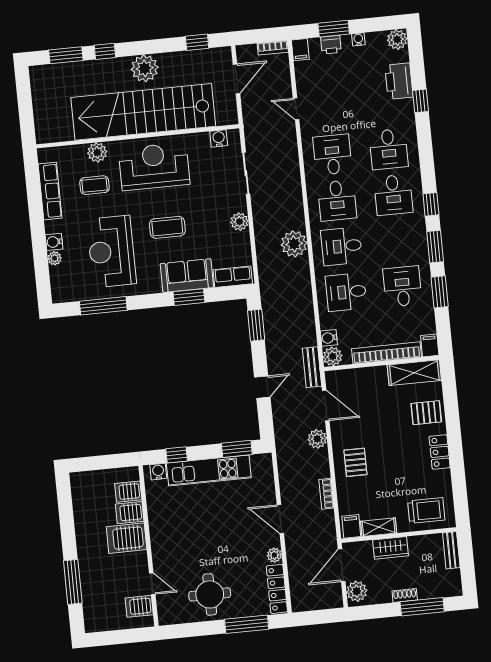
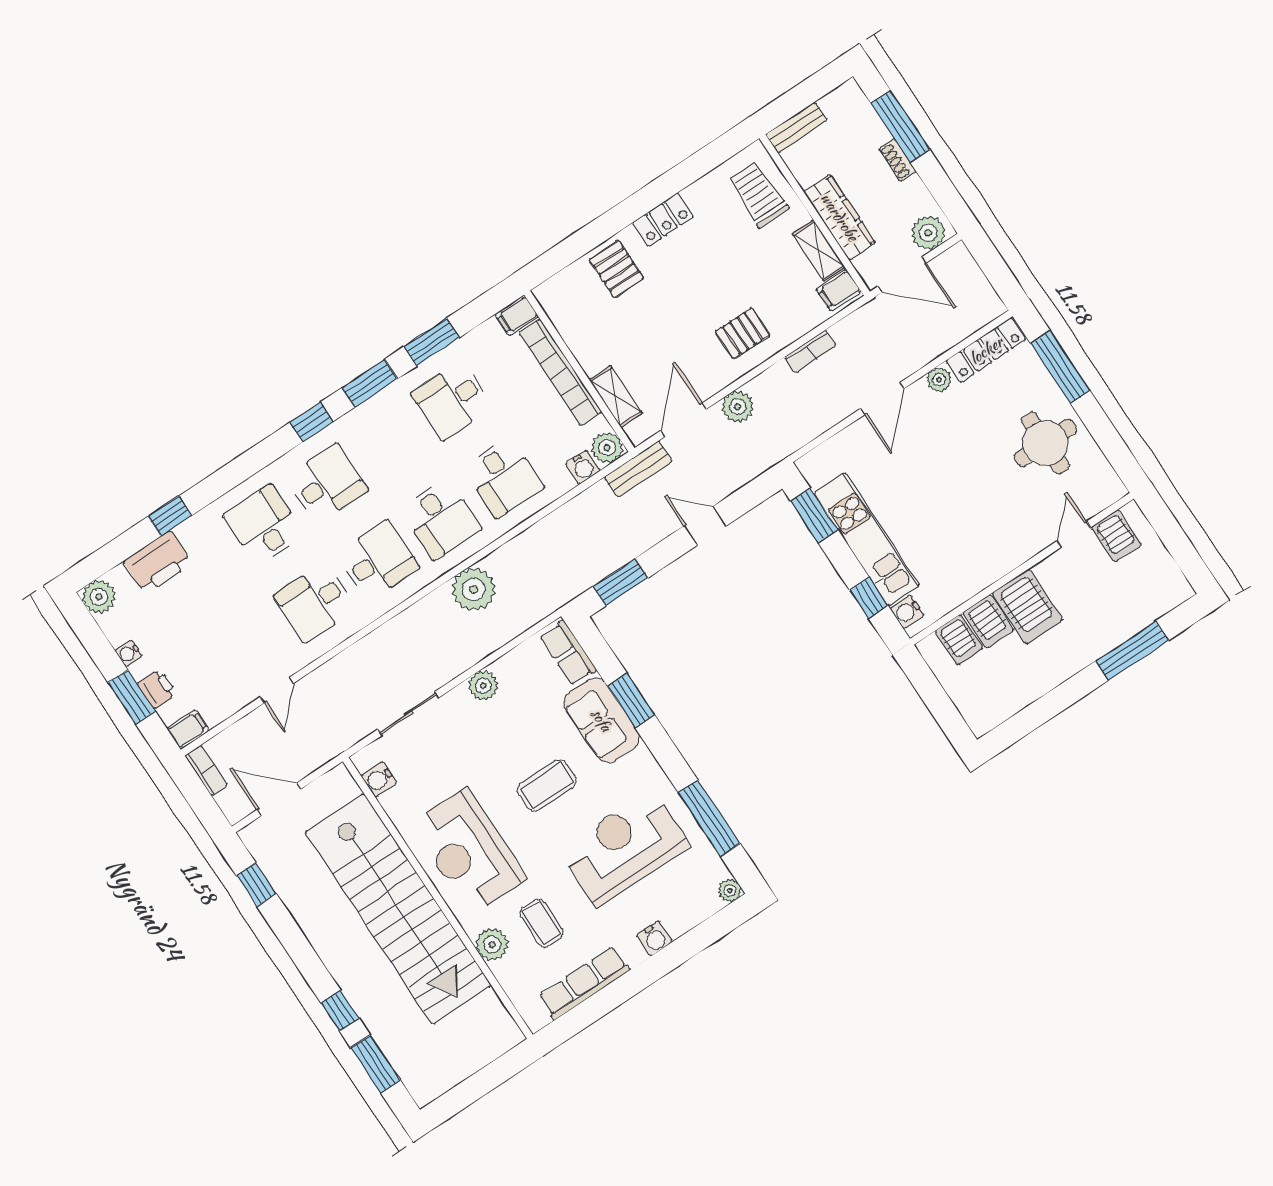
plant: (145, 68) -> (334, 940), removed
desk: (389, 149) -> (264, 525), turned -90
coffee table: (167, 227) -> (547, 785), turned 90
reception desk: (111, 251) -> (624, 848), turned 180
plant: (55, 258) -> (730, 890), moved
shelving: (414, 373) -> (616, 397), moved, width x0.67, depth x0.75
wardrobe: (390, 548) -> (840, 217), width x1.50

